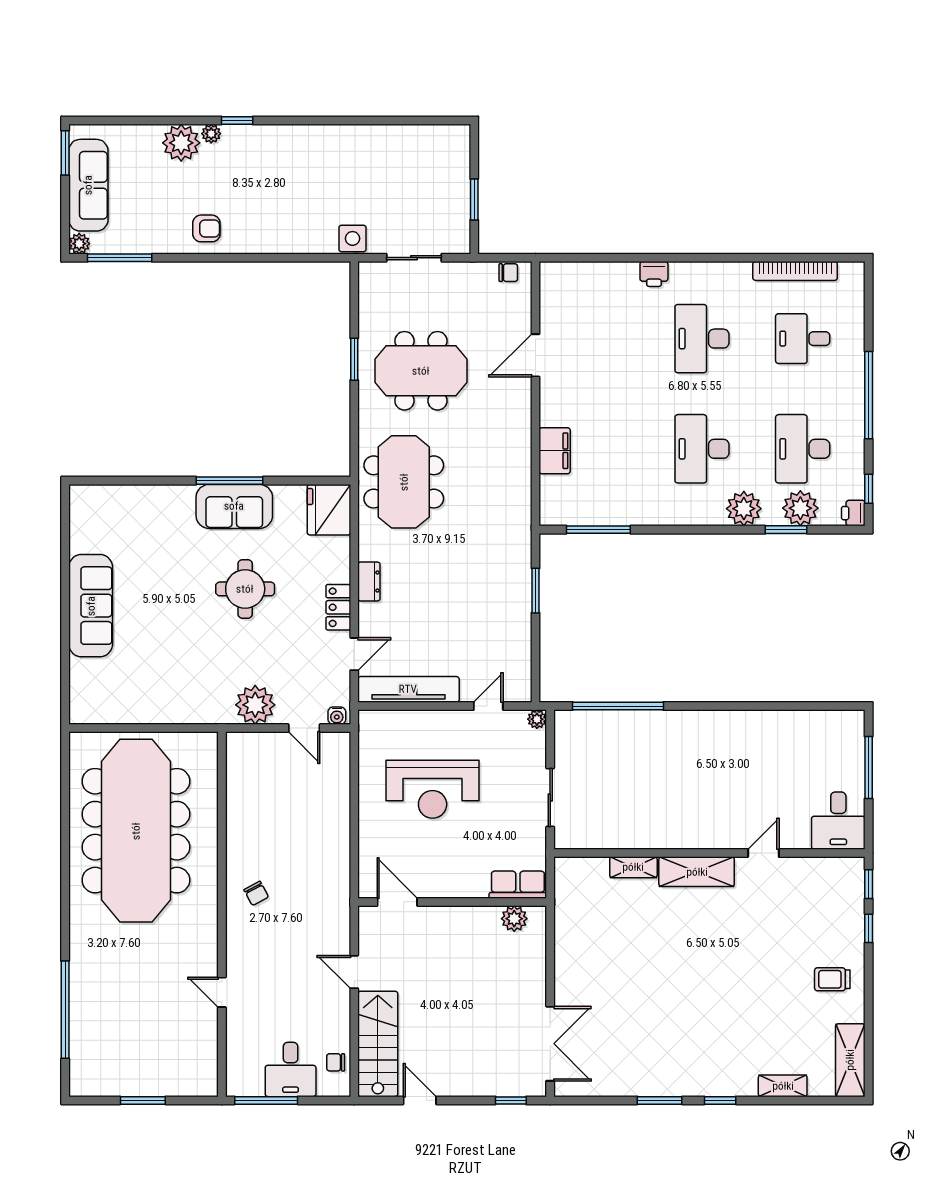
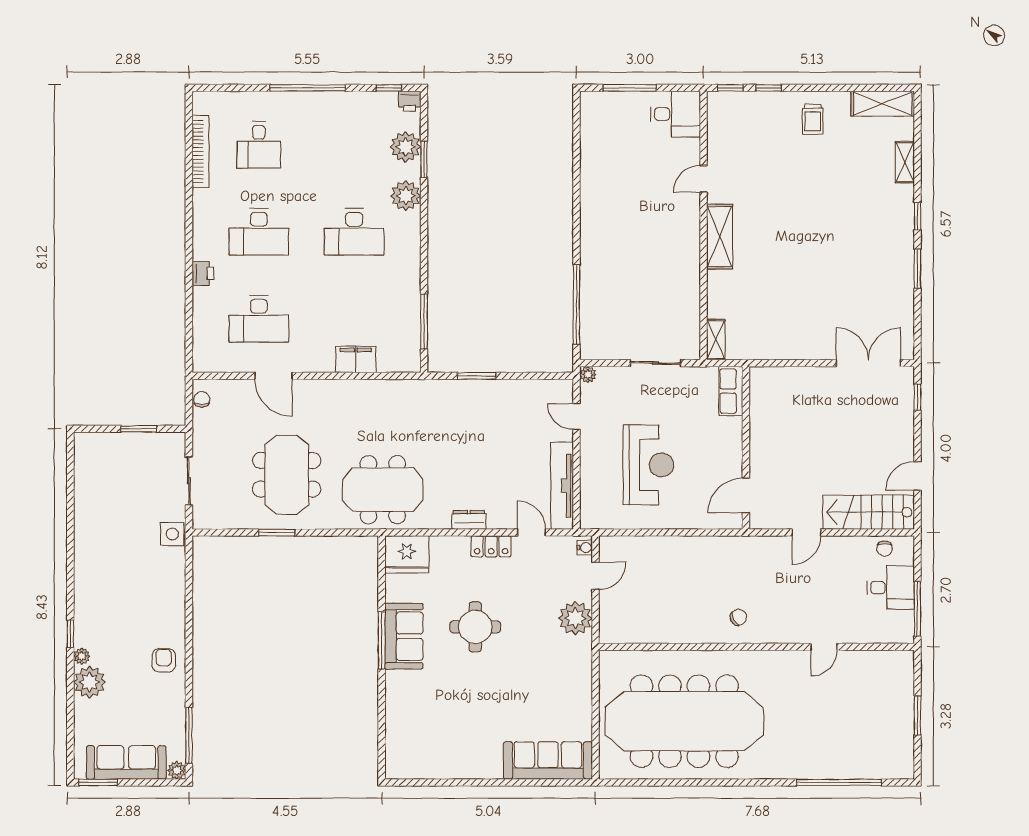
desk: (803, 449) -> (259, 319), moved
sofa: (91, 606) -> (548, 760), moved
door: (763, 853) -> (704, 179), hinge flipped
shelving: (633, 867) -> (716, 340), moved
plant: (514, 919) -> (760, 394), removed

